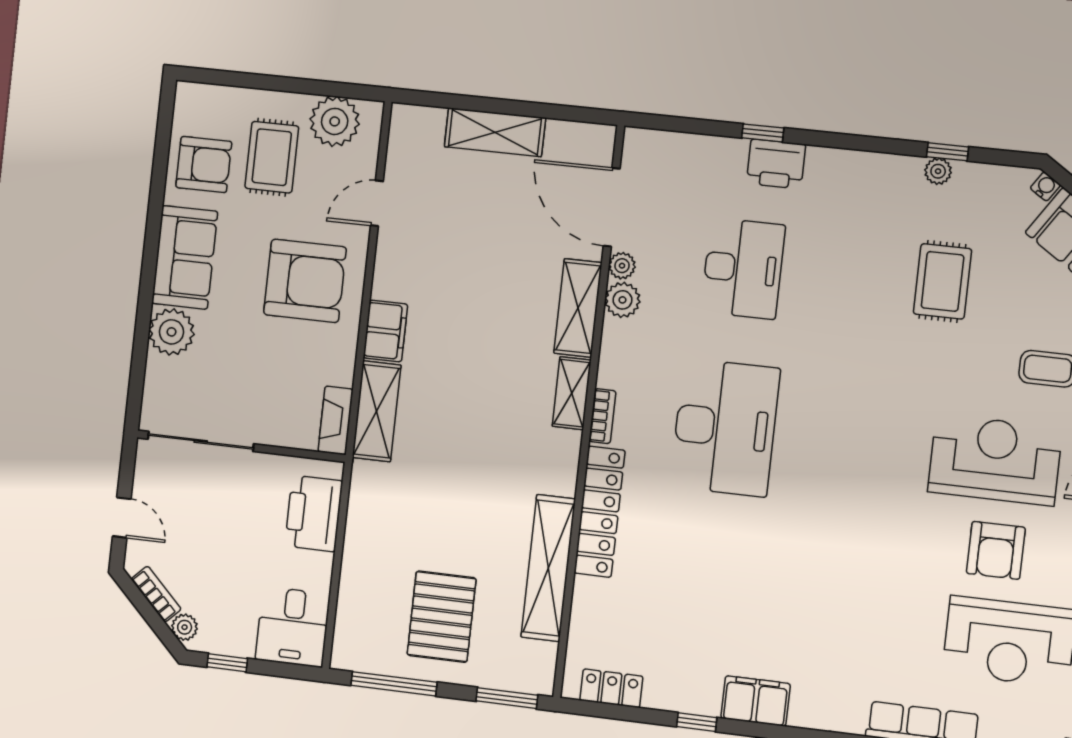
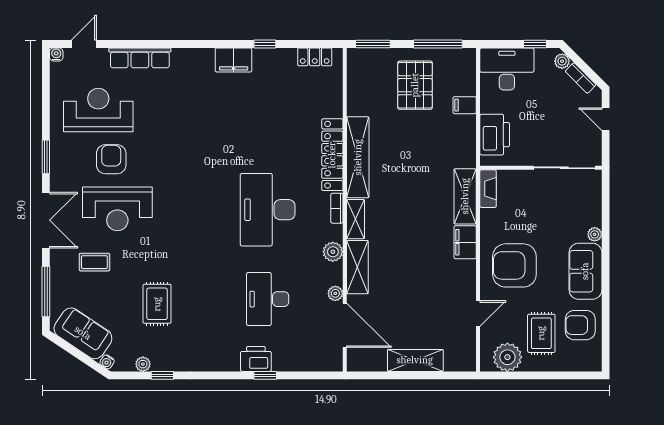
plant: (938, 171) -> (143, 364), moved
plant: (622, 300) -> (333, 252), moved
plant: (171, 332) -> (595, 234), width x0.53, depth x0.53
shelving: (548, 568) -> (358, 157), moved
filing cabinet: (360, 571) -> (465, 105), added
desk: (293, 627) -> (507, 69), width x1.37

